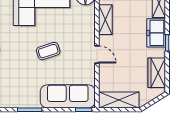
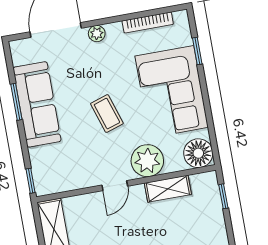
plant: (84, 30) -> (147, 161), added
sofa: (68, 96) -> (37, 104), moved

